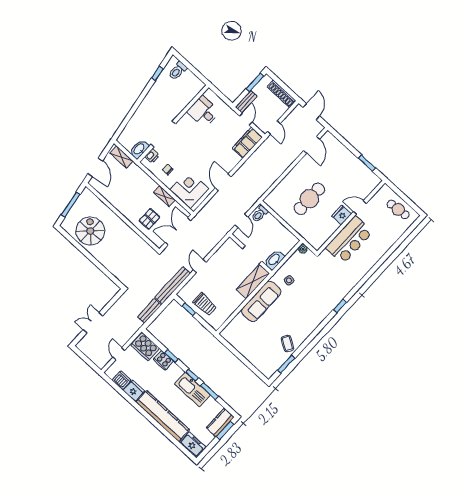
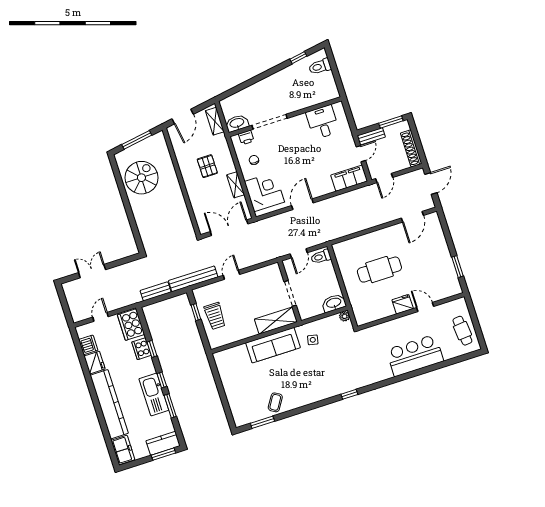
pallet: (149, 219) -> (207, 166), moved, turned 90
bar counter: (349, 240) -> (415, 356), moved, turned 180
washbasin: (274, 260) -> (334, 303), moved

